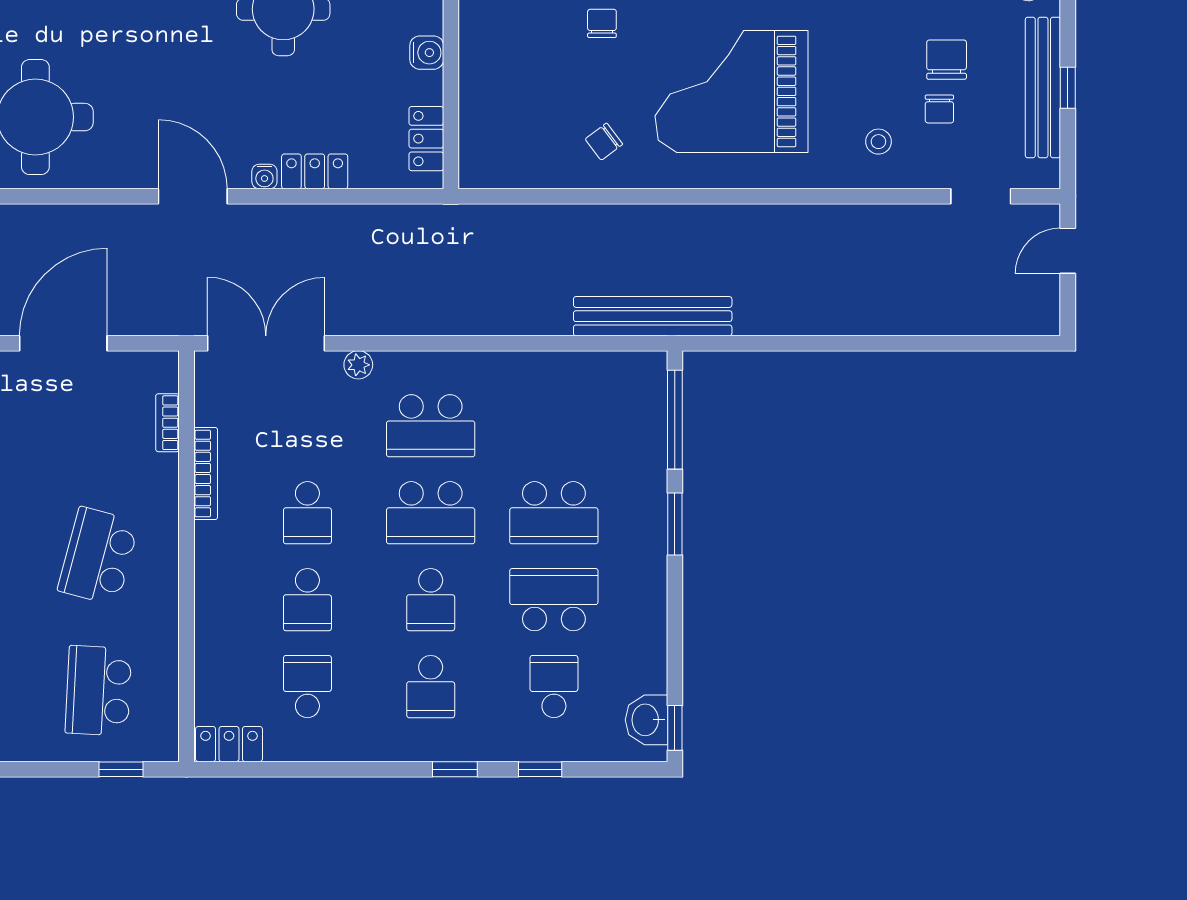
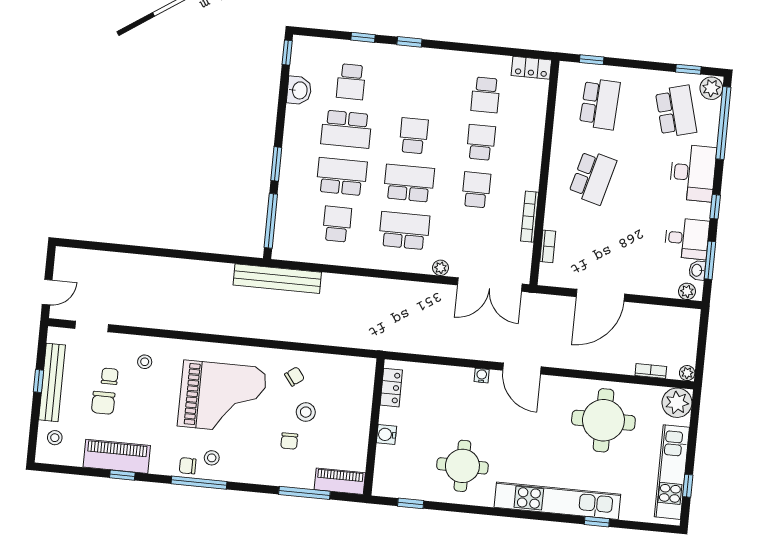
stool: (577, 79) -> (306, 412), added
locker: (315, 171) -> (454, 376), removed
school desk: (431, 687) -> (337, 224), moved
washbasin: (646, 720) -> (299, 90), moved

